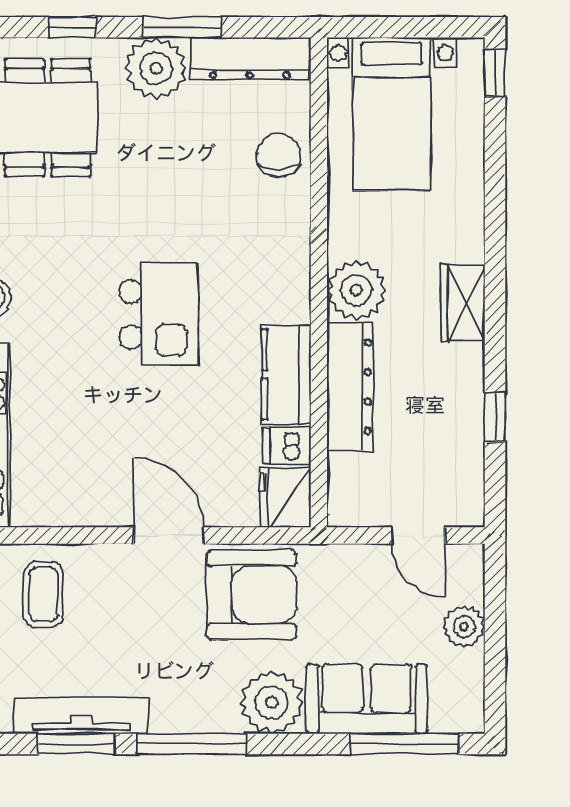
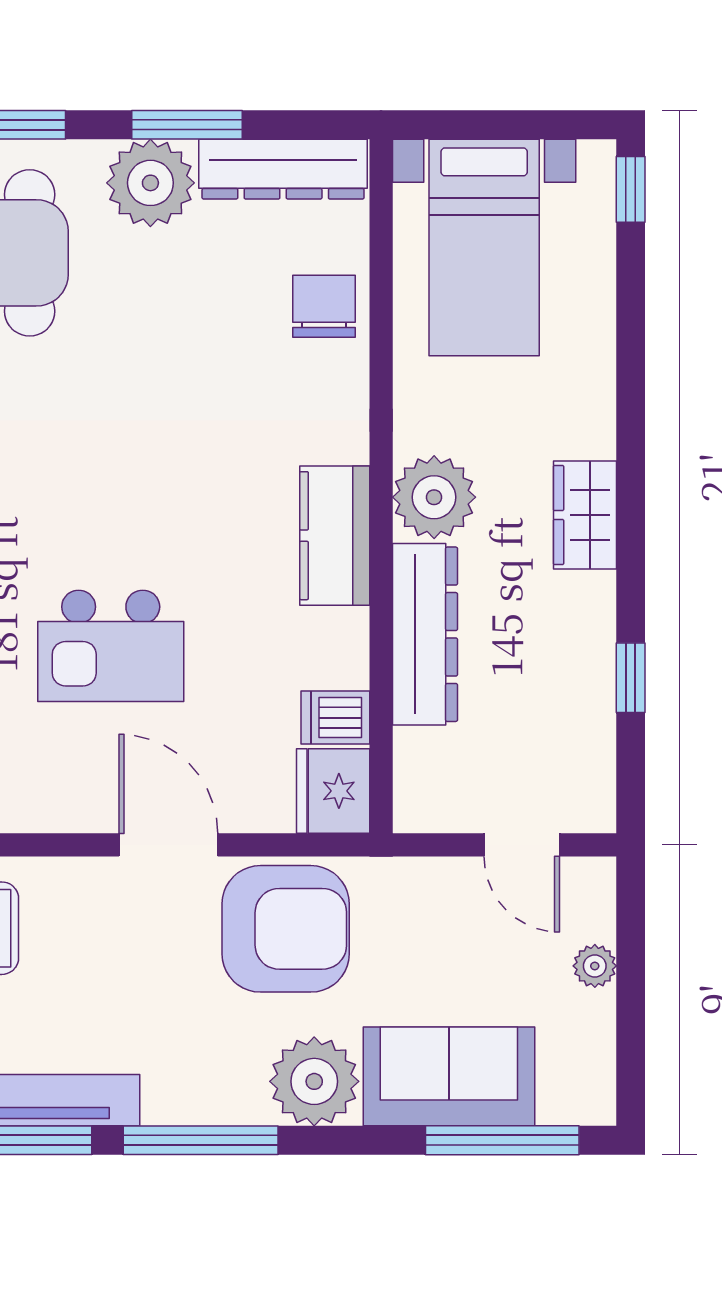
kitchen island: (159, 314) -> (111, 646), moved, turned 90
kitchen counter: (286, 374) -> (335, 536), moved
plant: (464, 627) -> (595, 966), width x0.73, depth x0.73

